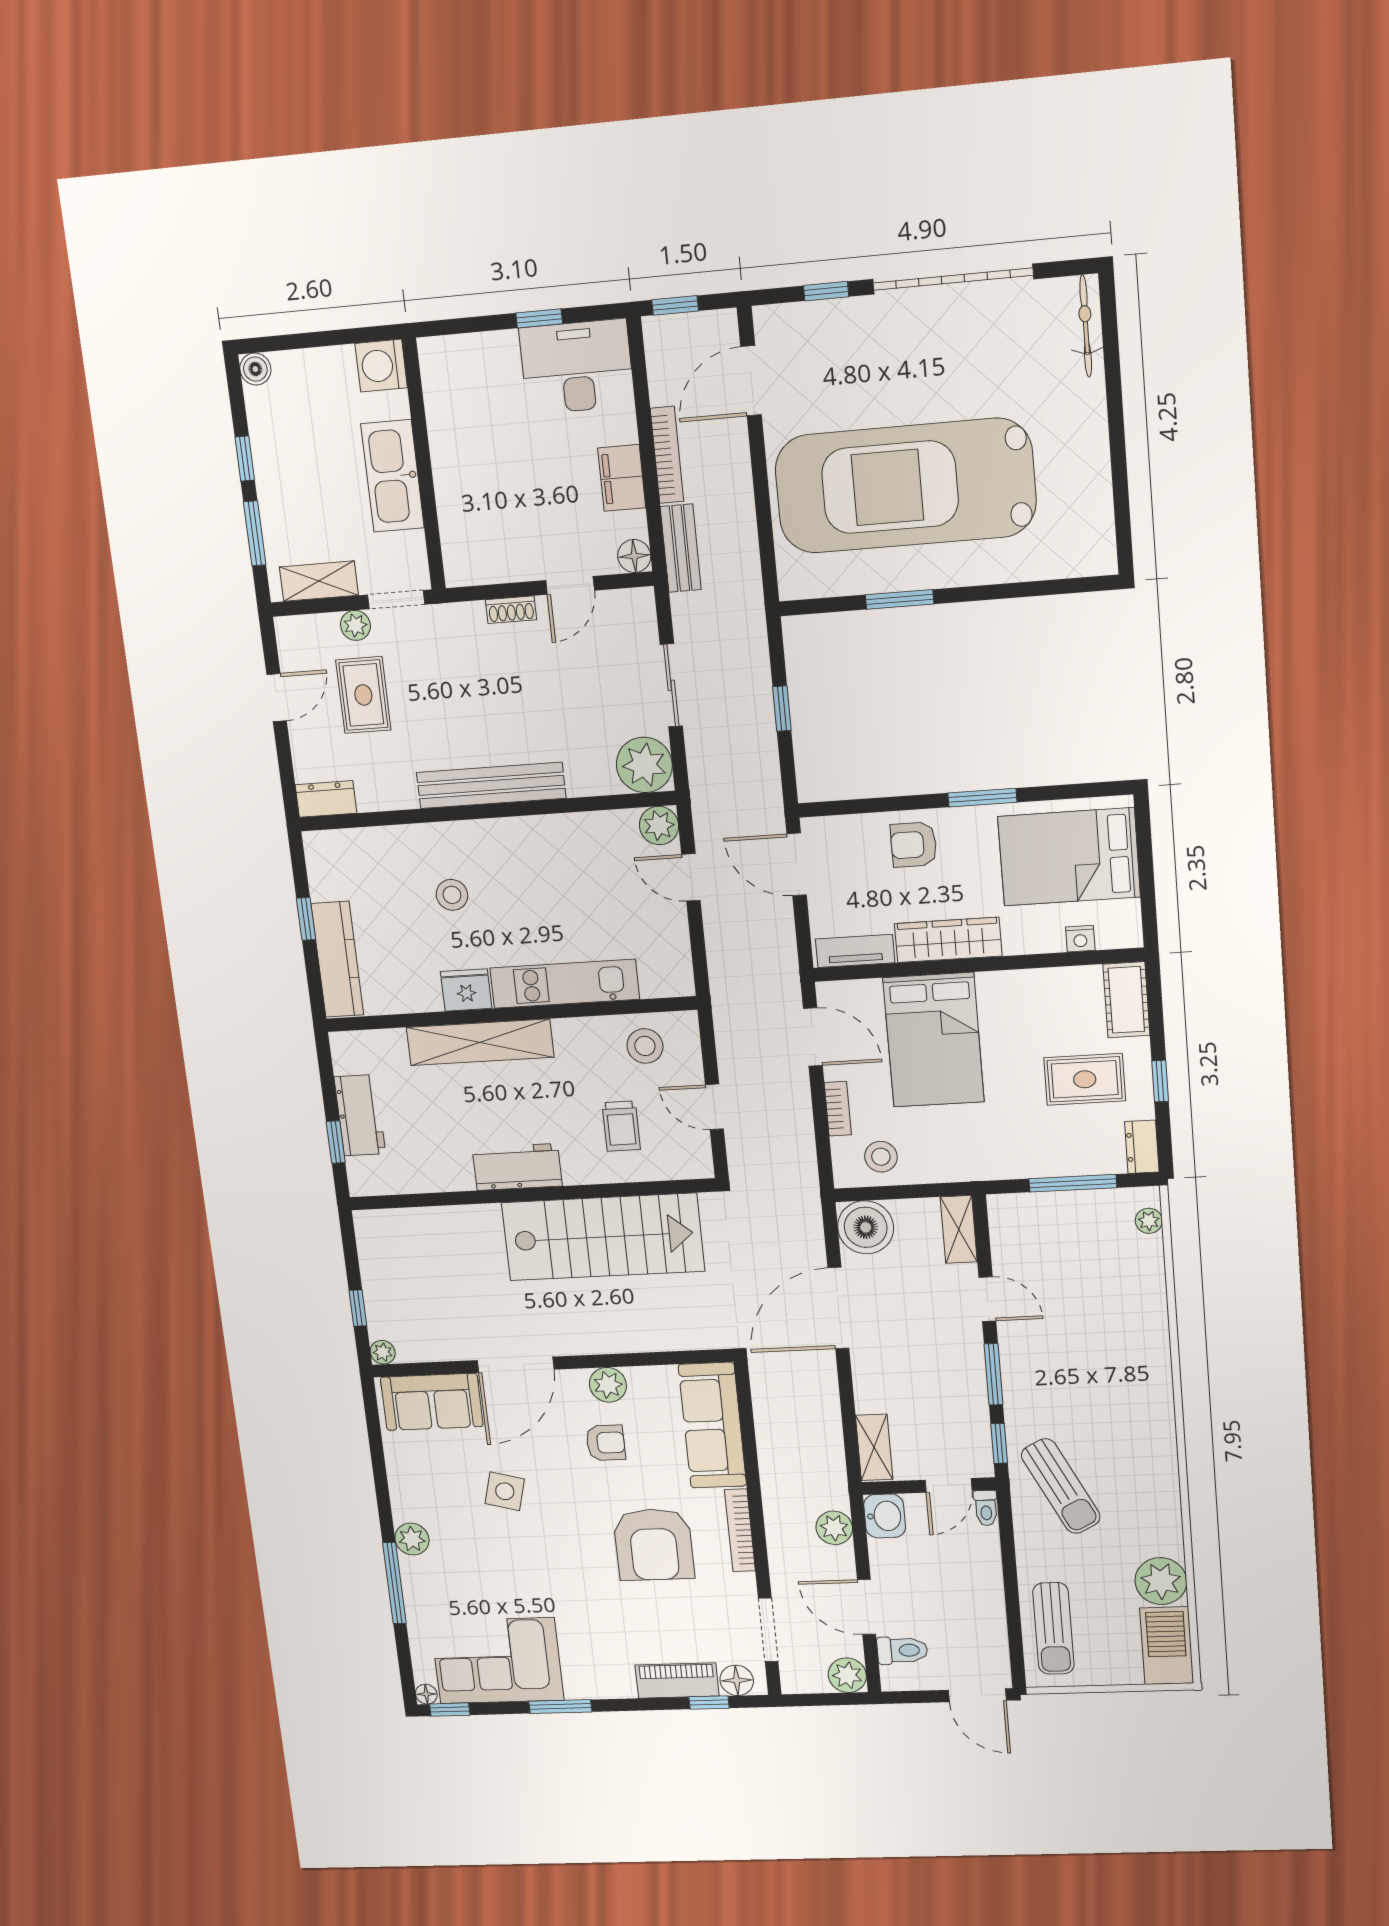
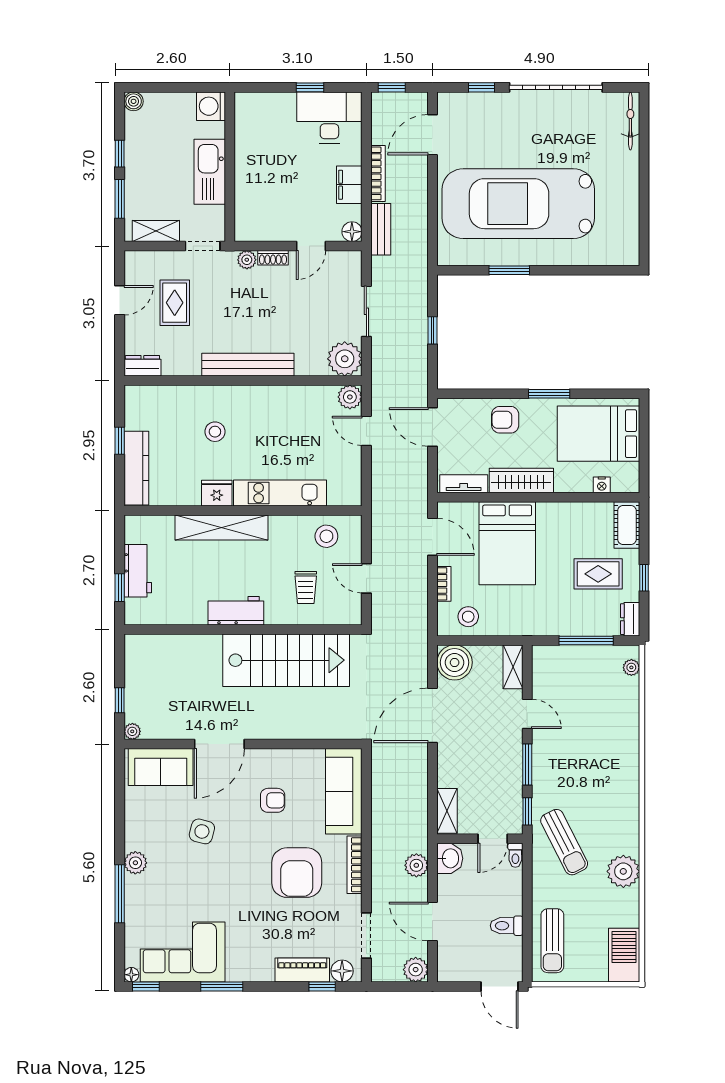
plant: (355, 625) -> (247, 260), moved
plant: (608, 1385) -> (278, 760), removed
plant: (1161, 1581) -> (623, 871), moved
toilet: (902, 1650) -> (507, 926), moved, turned 180

